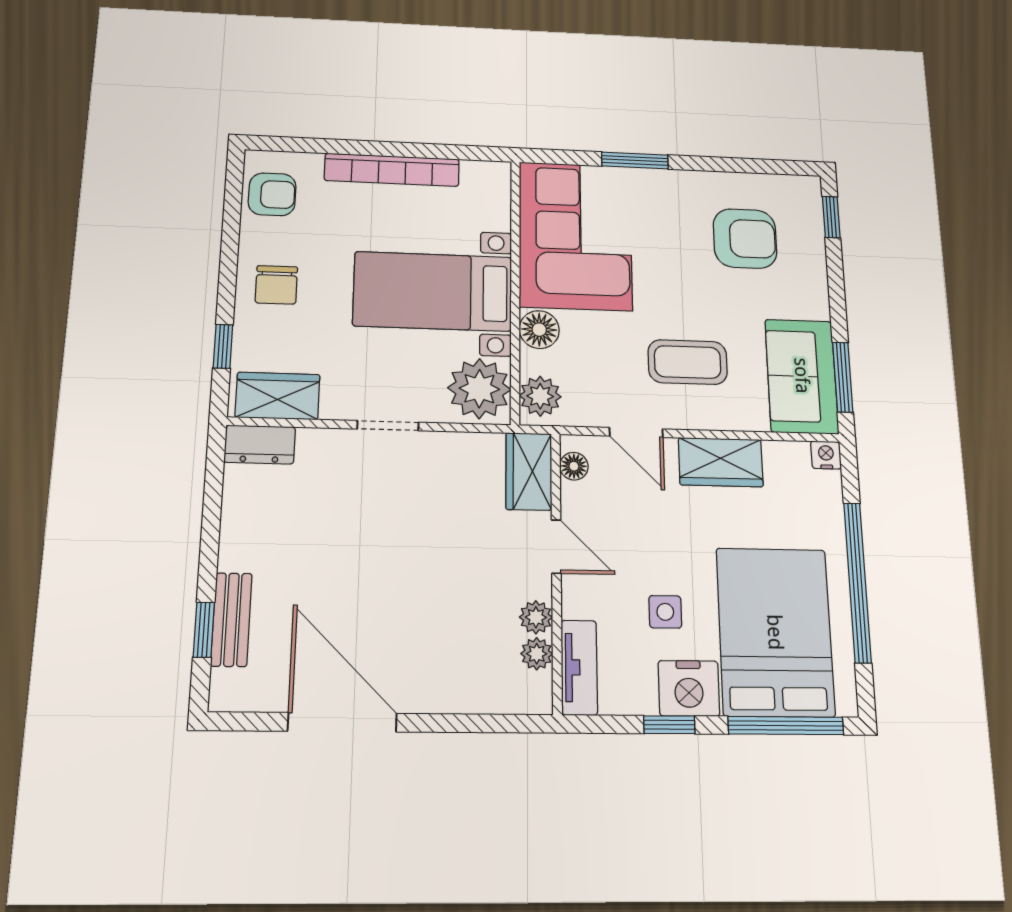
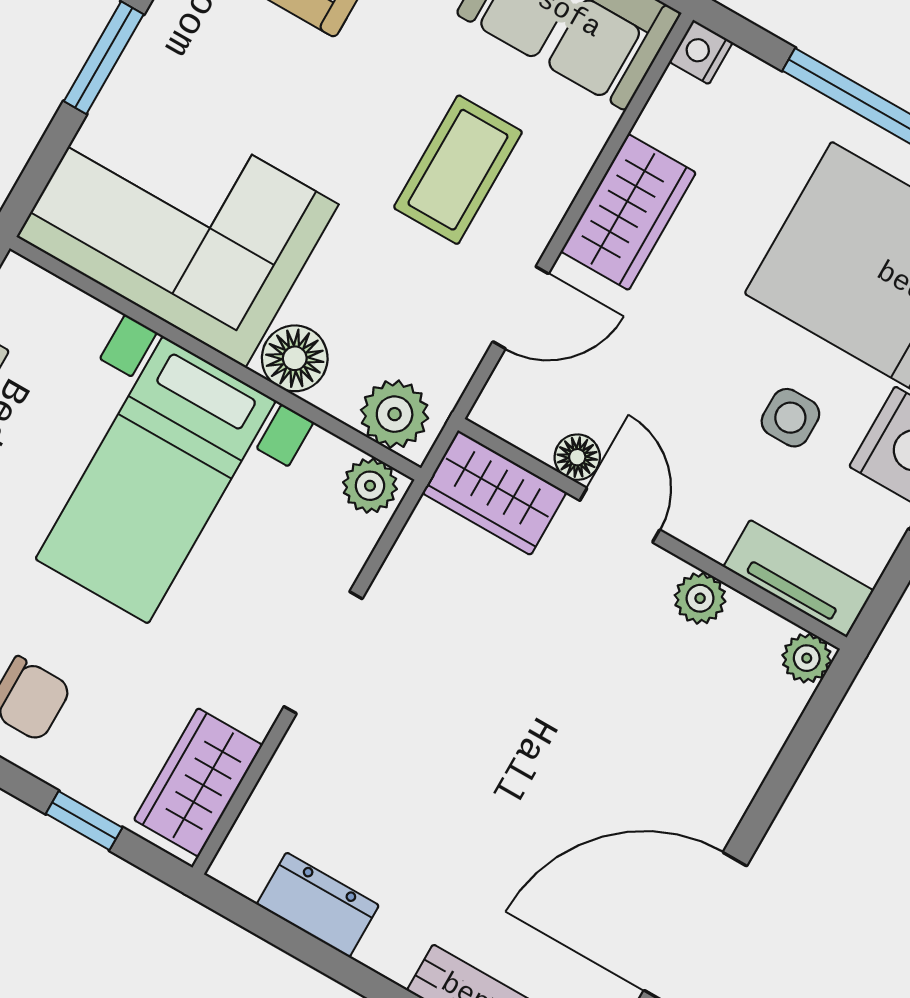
plant: (479, 389) -> (370, 486), width x0.53, depth x0.53
doorway: (388, 426) -> (323, 653), width x1.38
dresser: (260, 445) -> (318, 905), moved, turned -90
floor lamp: (574, 466) -> (577, 457), moved
door: (556, 546) -> (620, 515), hinge flipped
plant: (537, 654) -> (807, 658), moved

